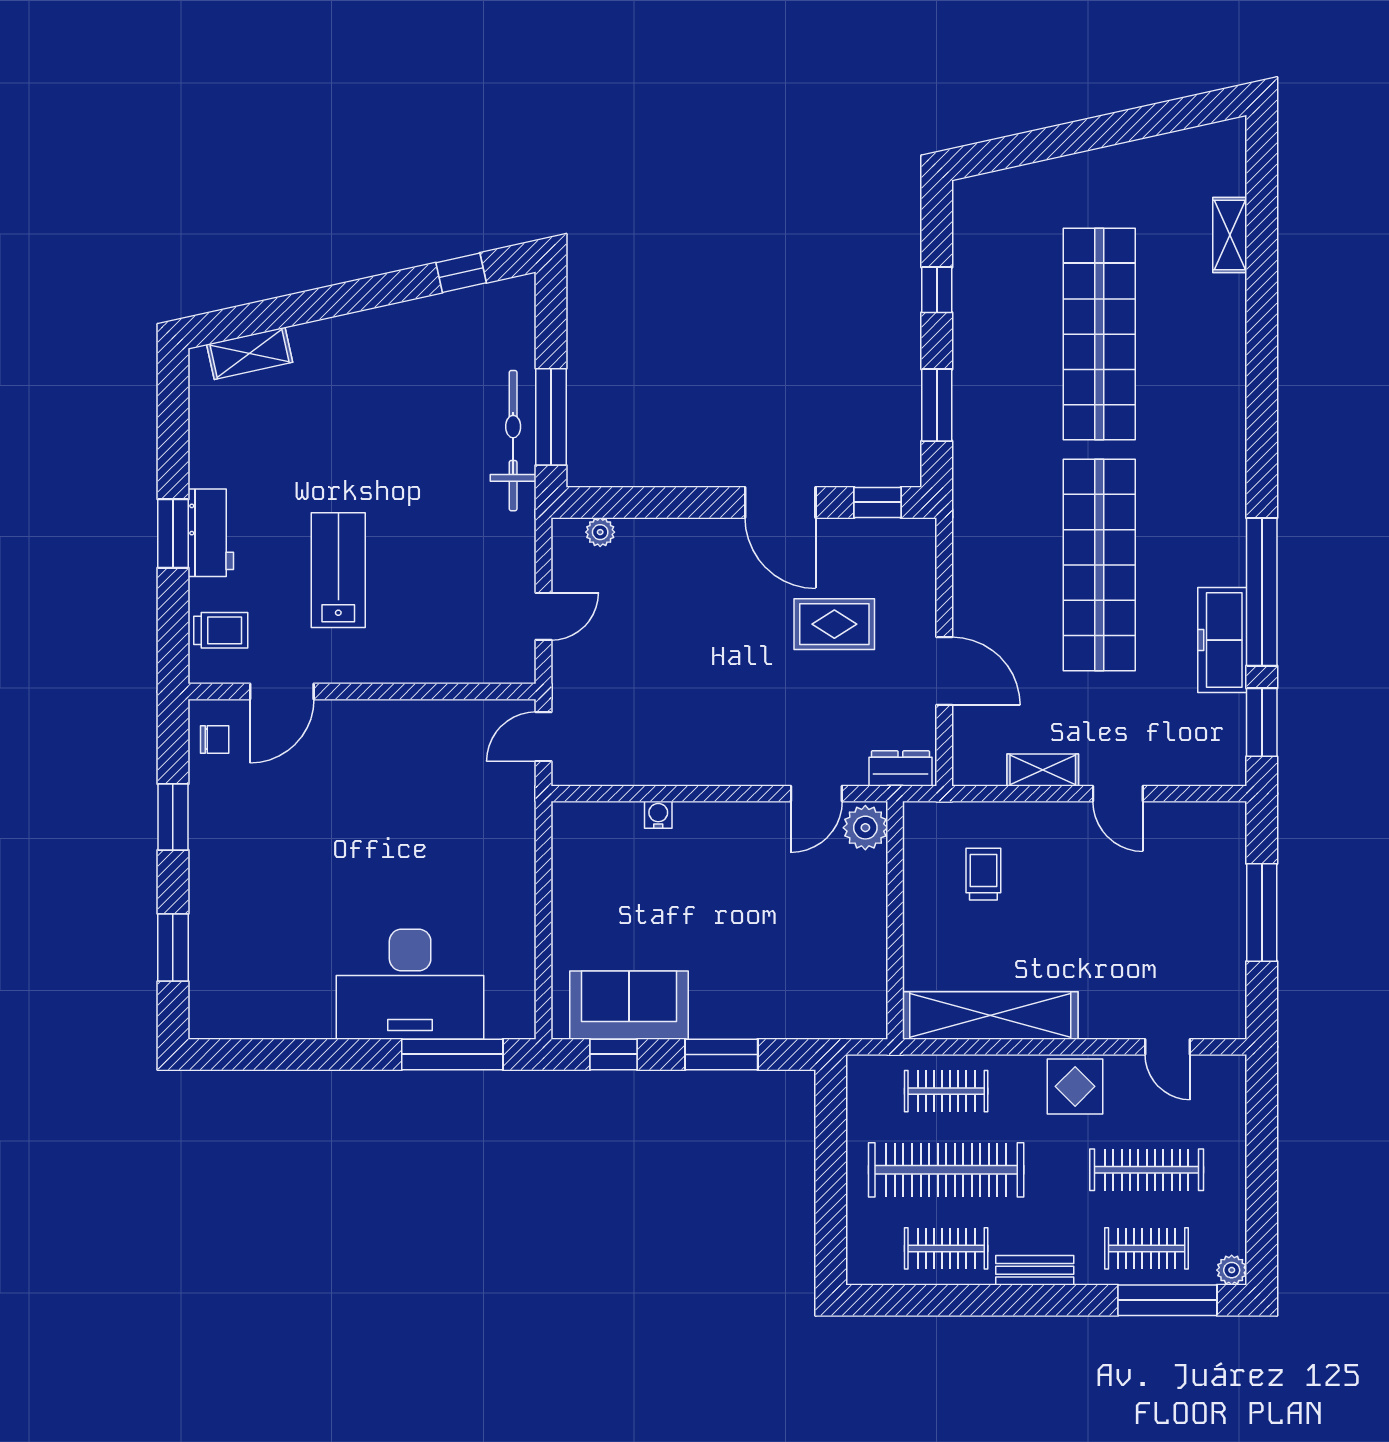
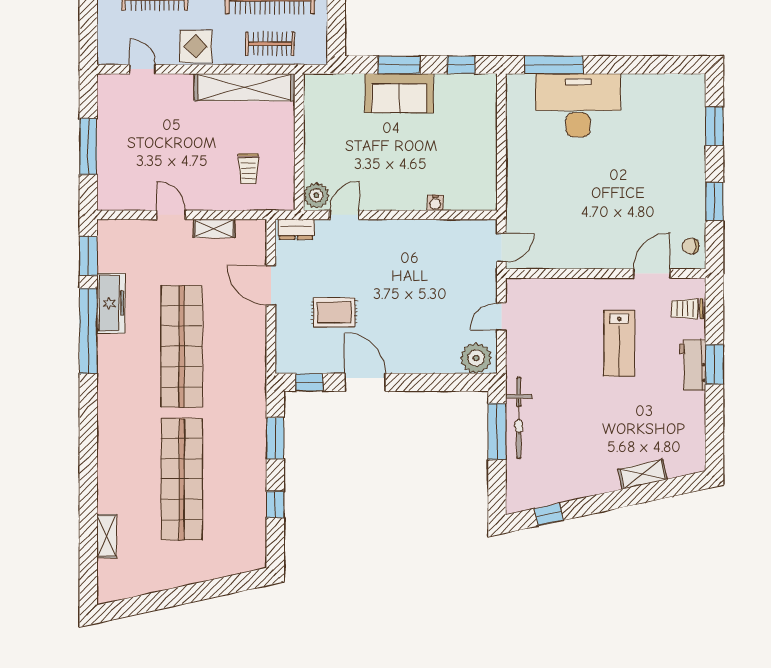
shelving: (250, 353) -> (642, 474), moved
plant: (600, 532) -> (476, 358), width x1.88, depth x1.88
sofa: (629, 1005) -> (399, 93), moved

